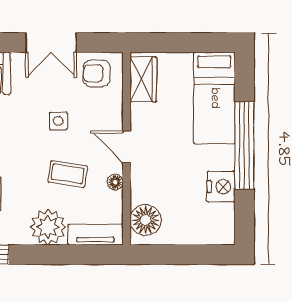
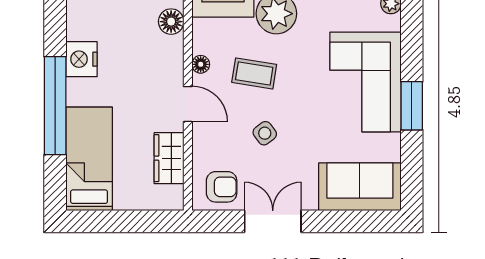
wardrobe: (143, 79) -> (169, 158), moved
side table: (58, 121) -> (265, 133), turned -37
floor lamp: (146, 220) -> (171, 22), width x0.73, depth x0.73

